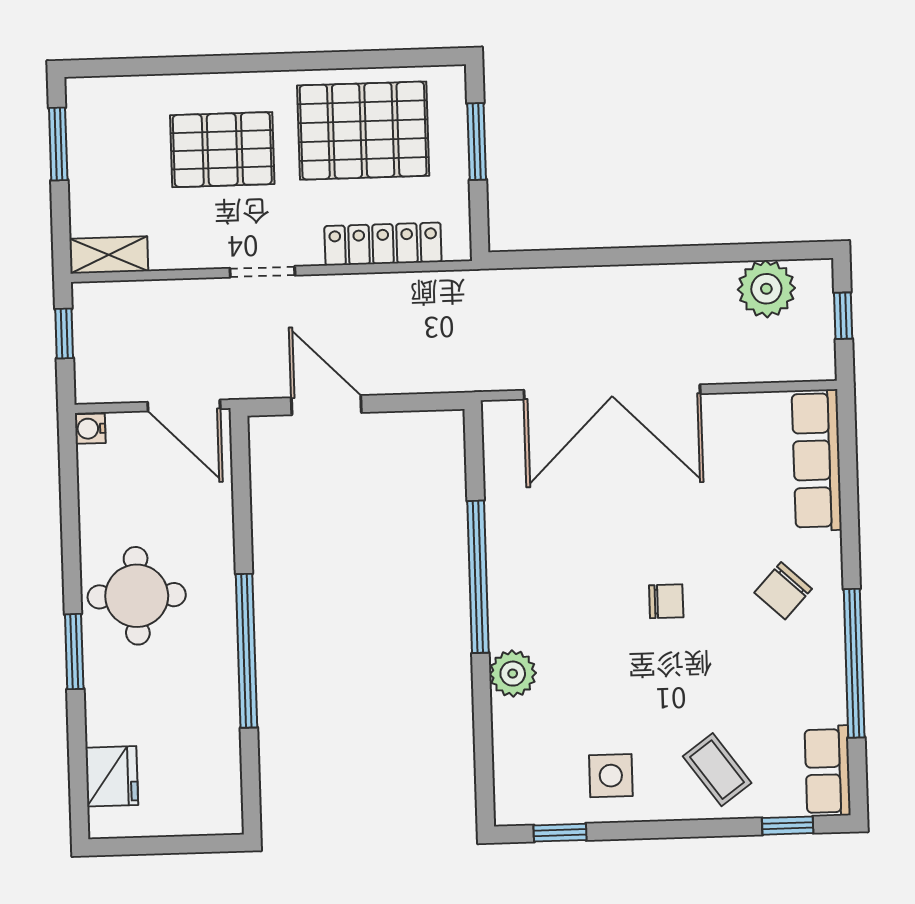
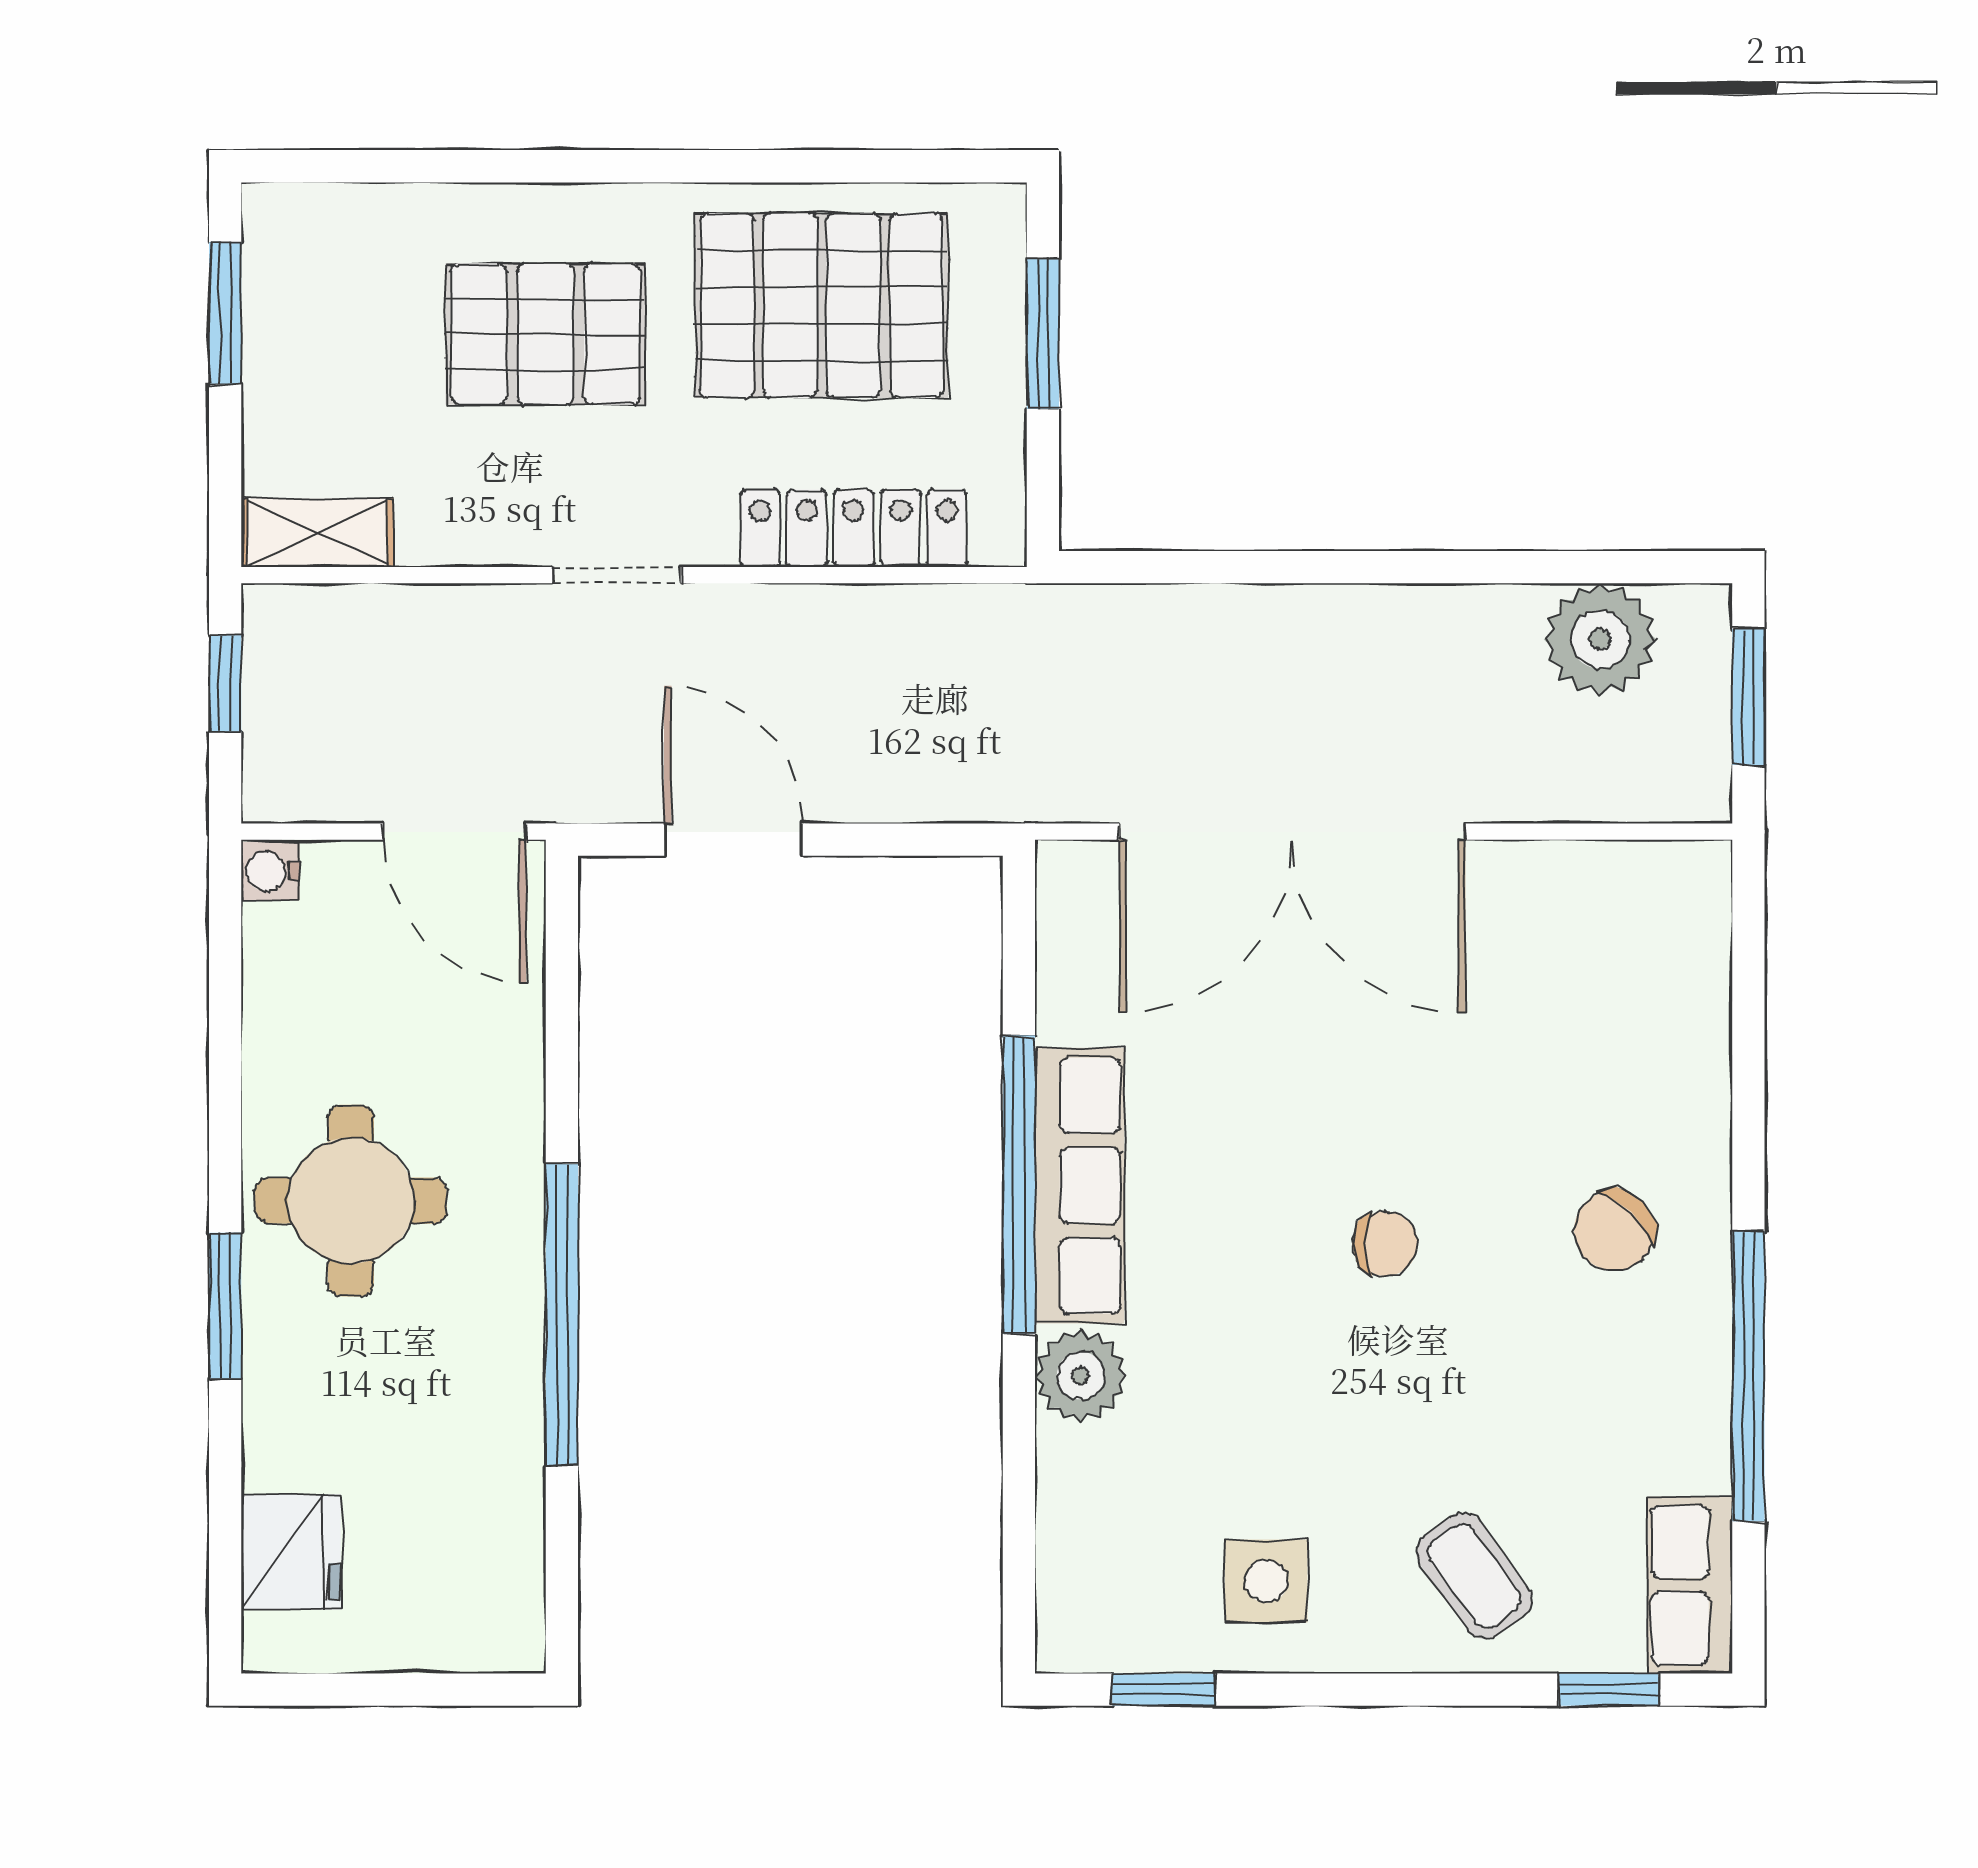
window: (843, 316) -> (1748, 697), width x1.50
row of seats: (817, 460) -> (1079, 1186), moved, turned 180

